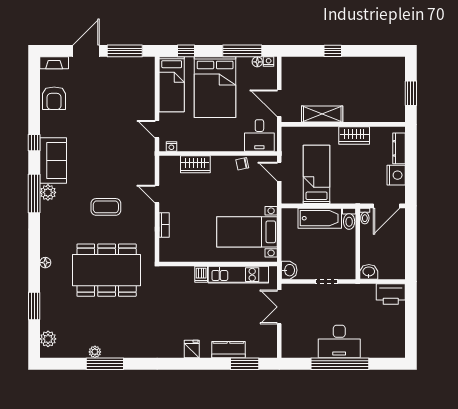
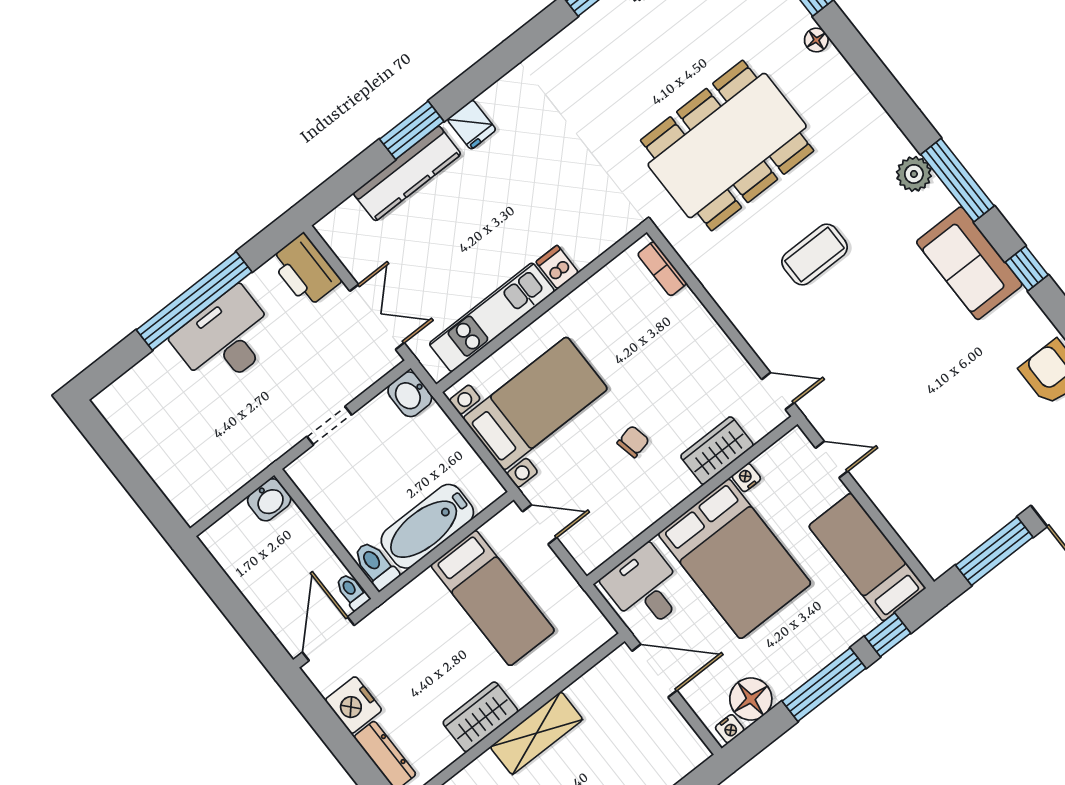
window: (242, 51) -> (824, 685), moved
floor lamp: (257, 62) -> (751, 699), width x1.89, depth x1.89
bed: (215, 87) -> (735, 559), moved, turned 180
shelving: (322, 114) -> (536, 733), moved
nightstand: (171, 146) -> (746, 478), moved
chair: (242, 164) -> (633, 442), moved
door: (279, 172) -> (540, 525), moved
plant: (48, 192) -> (914, 174), moved
door: (157, 194) -> (778, 391), moved
bookcase: (164, 225) -> (662, 269), moved
floor lamp: (45, 263) -> (816, 40), moved
printer: (391, 294) -> (305, 270), moved, turned -90
kitchen counter: (228, 350) -> (407, 174), width x1.50
window: (245, 364) -> (412, 130), moved

